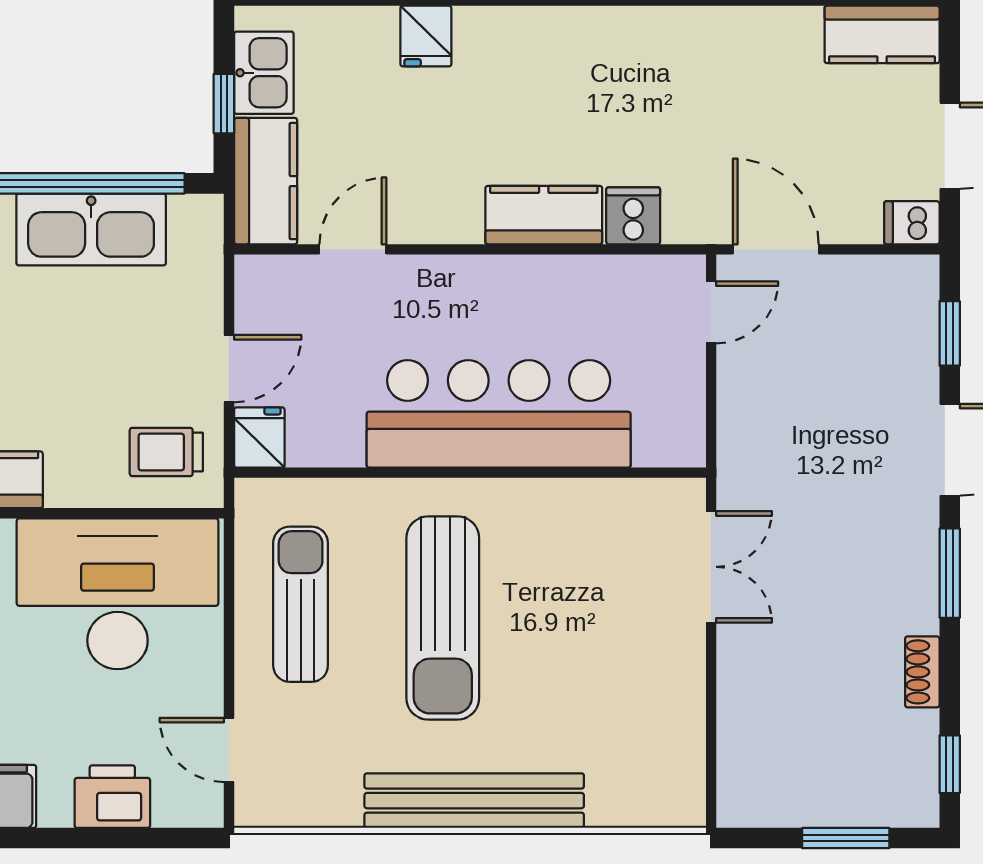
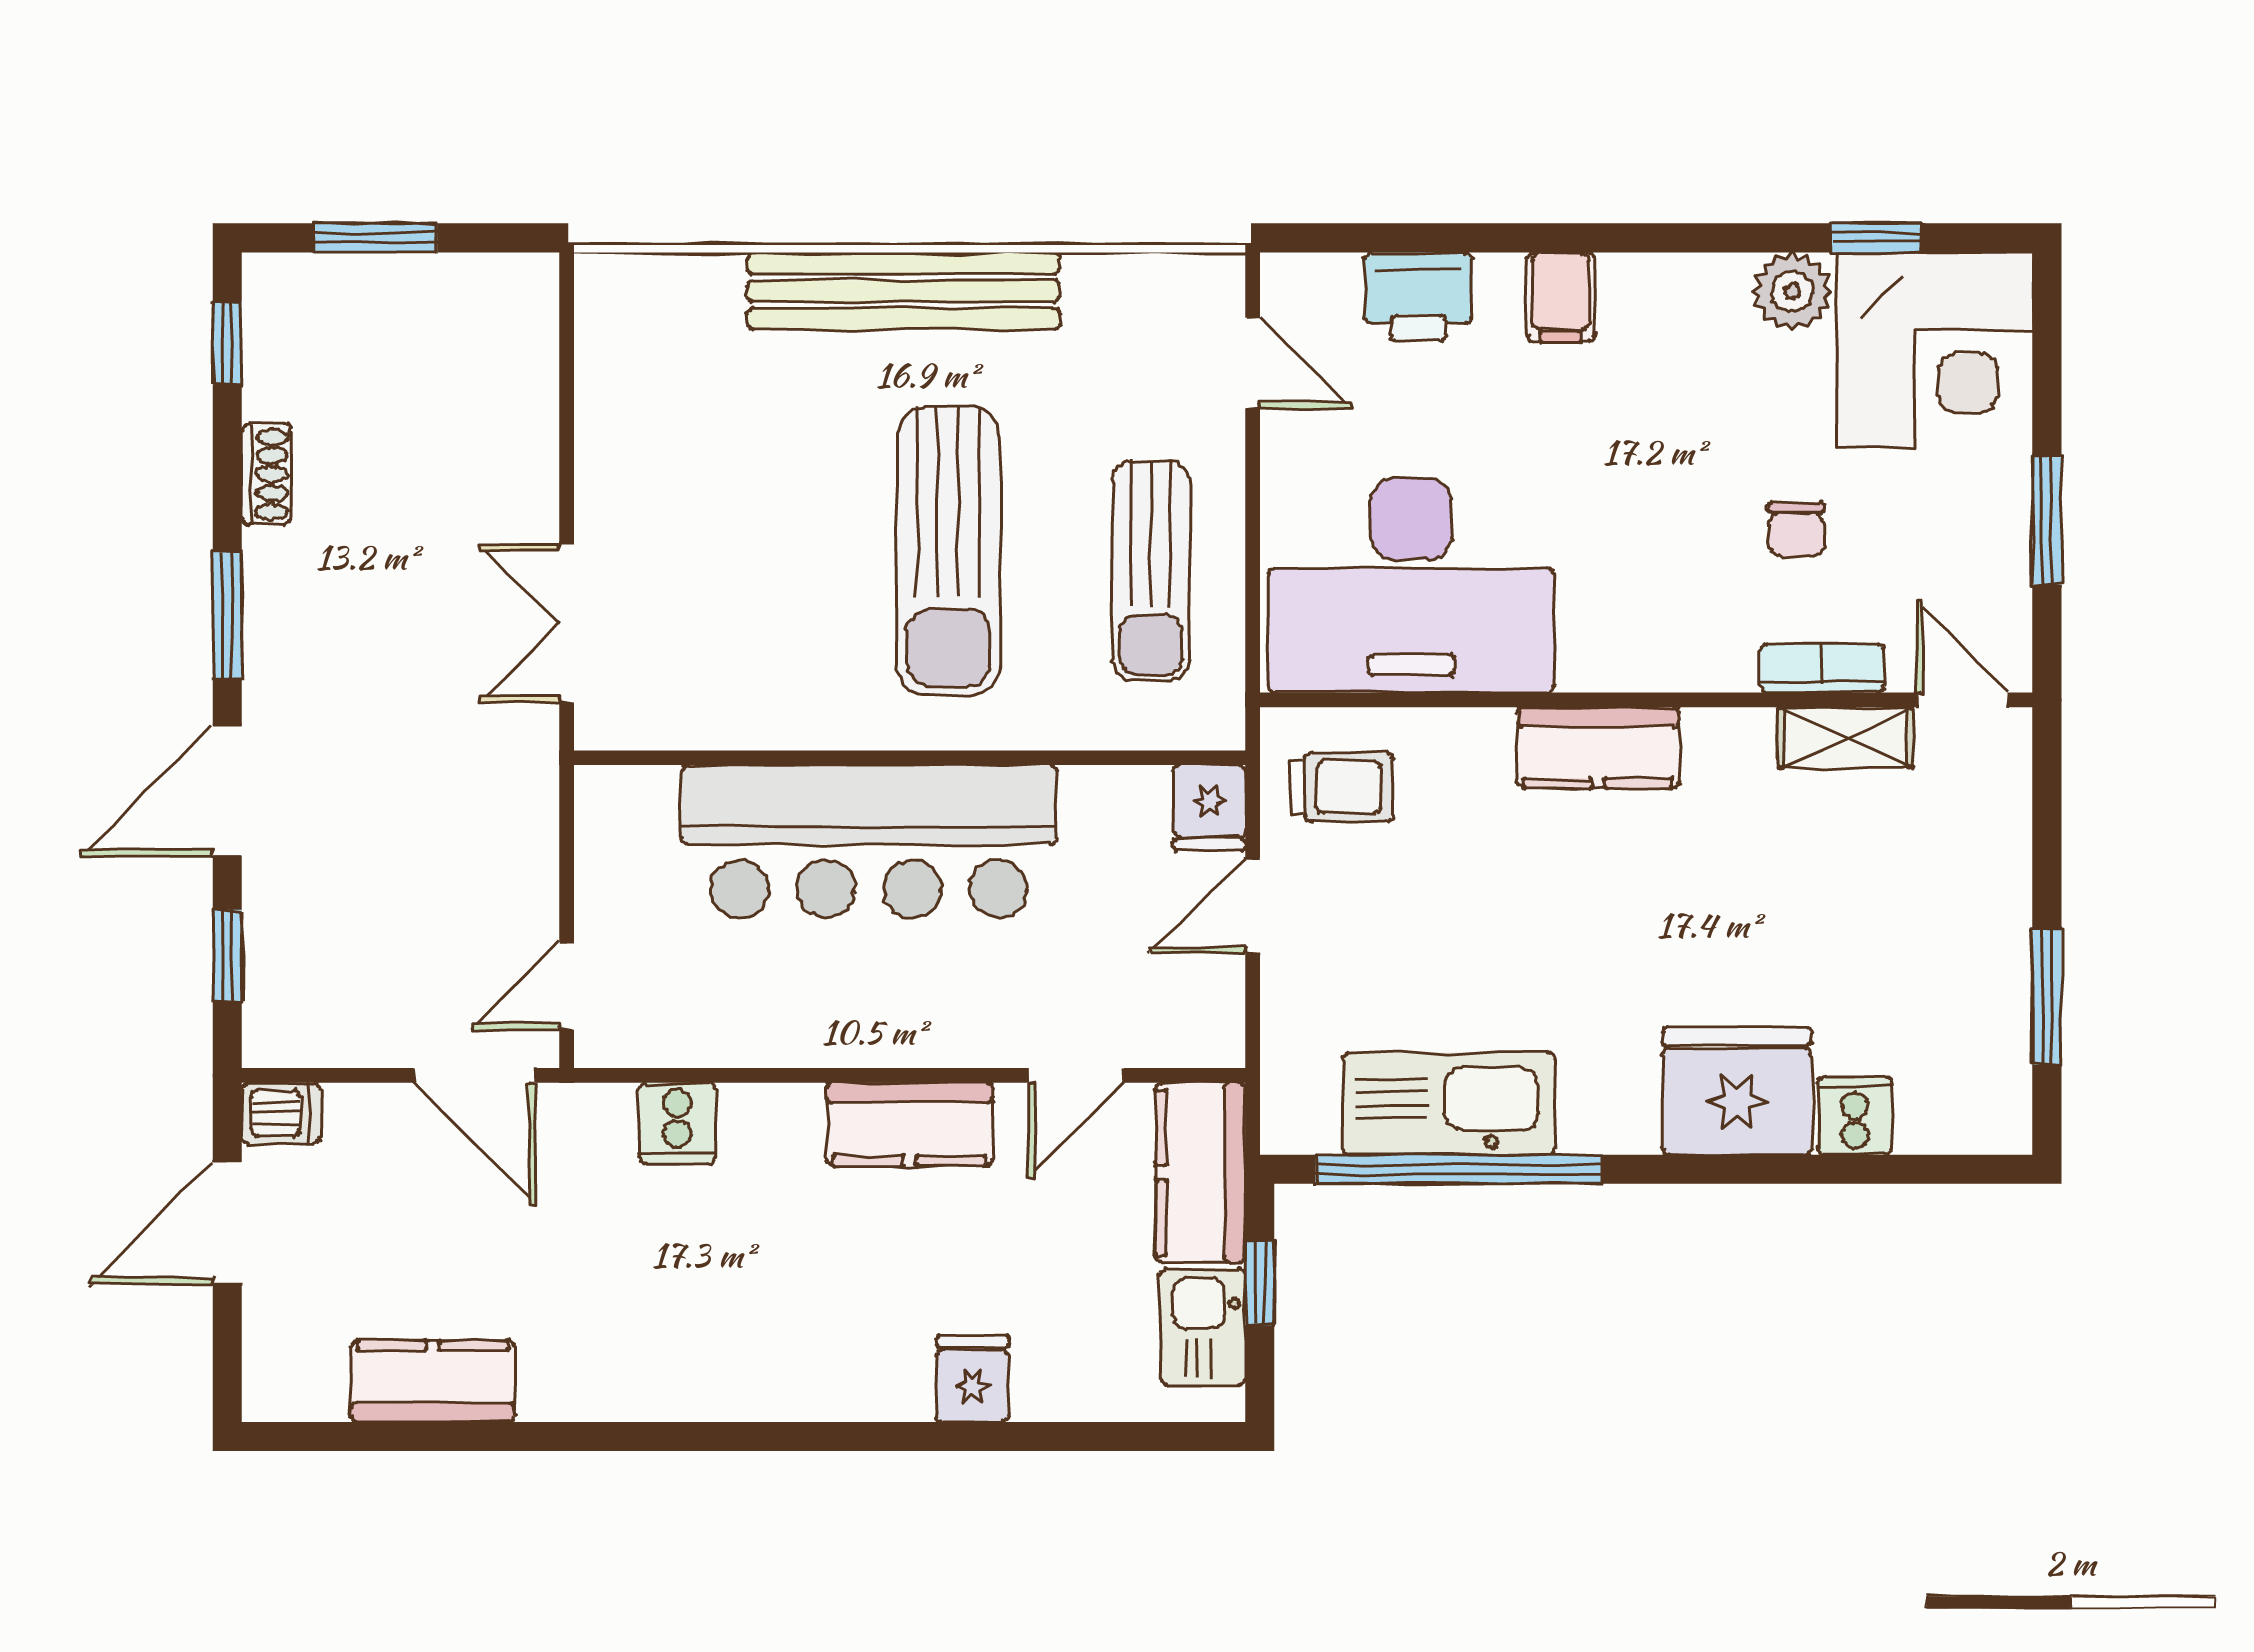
kitchen counter: (882, 34) -> (433, 1381), moved
kitchen counter: (544, 215) -> (910, 1124), moved
sun lounger: (443, 618) -> (948, 551), turned 180

